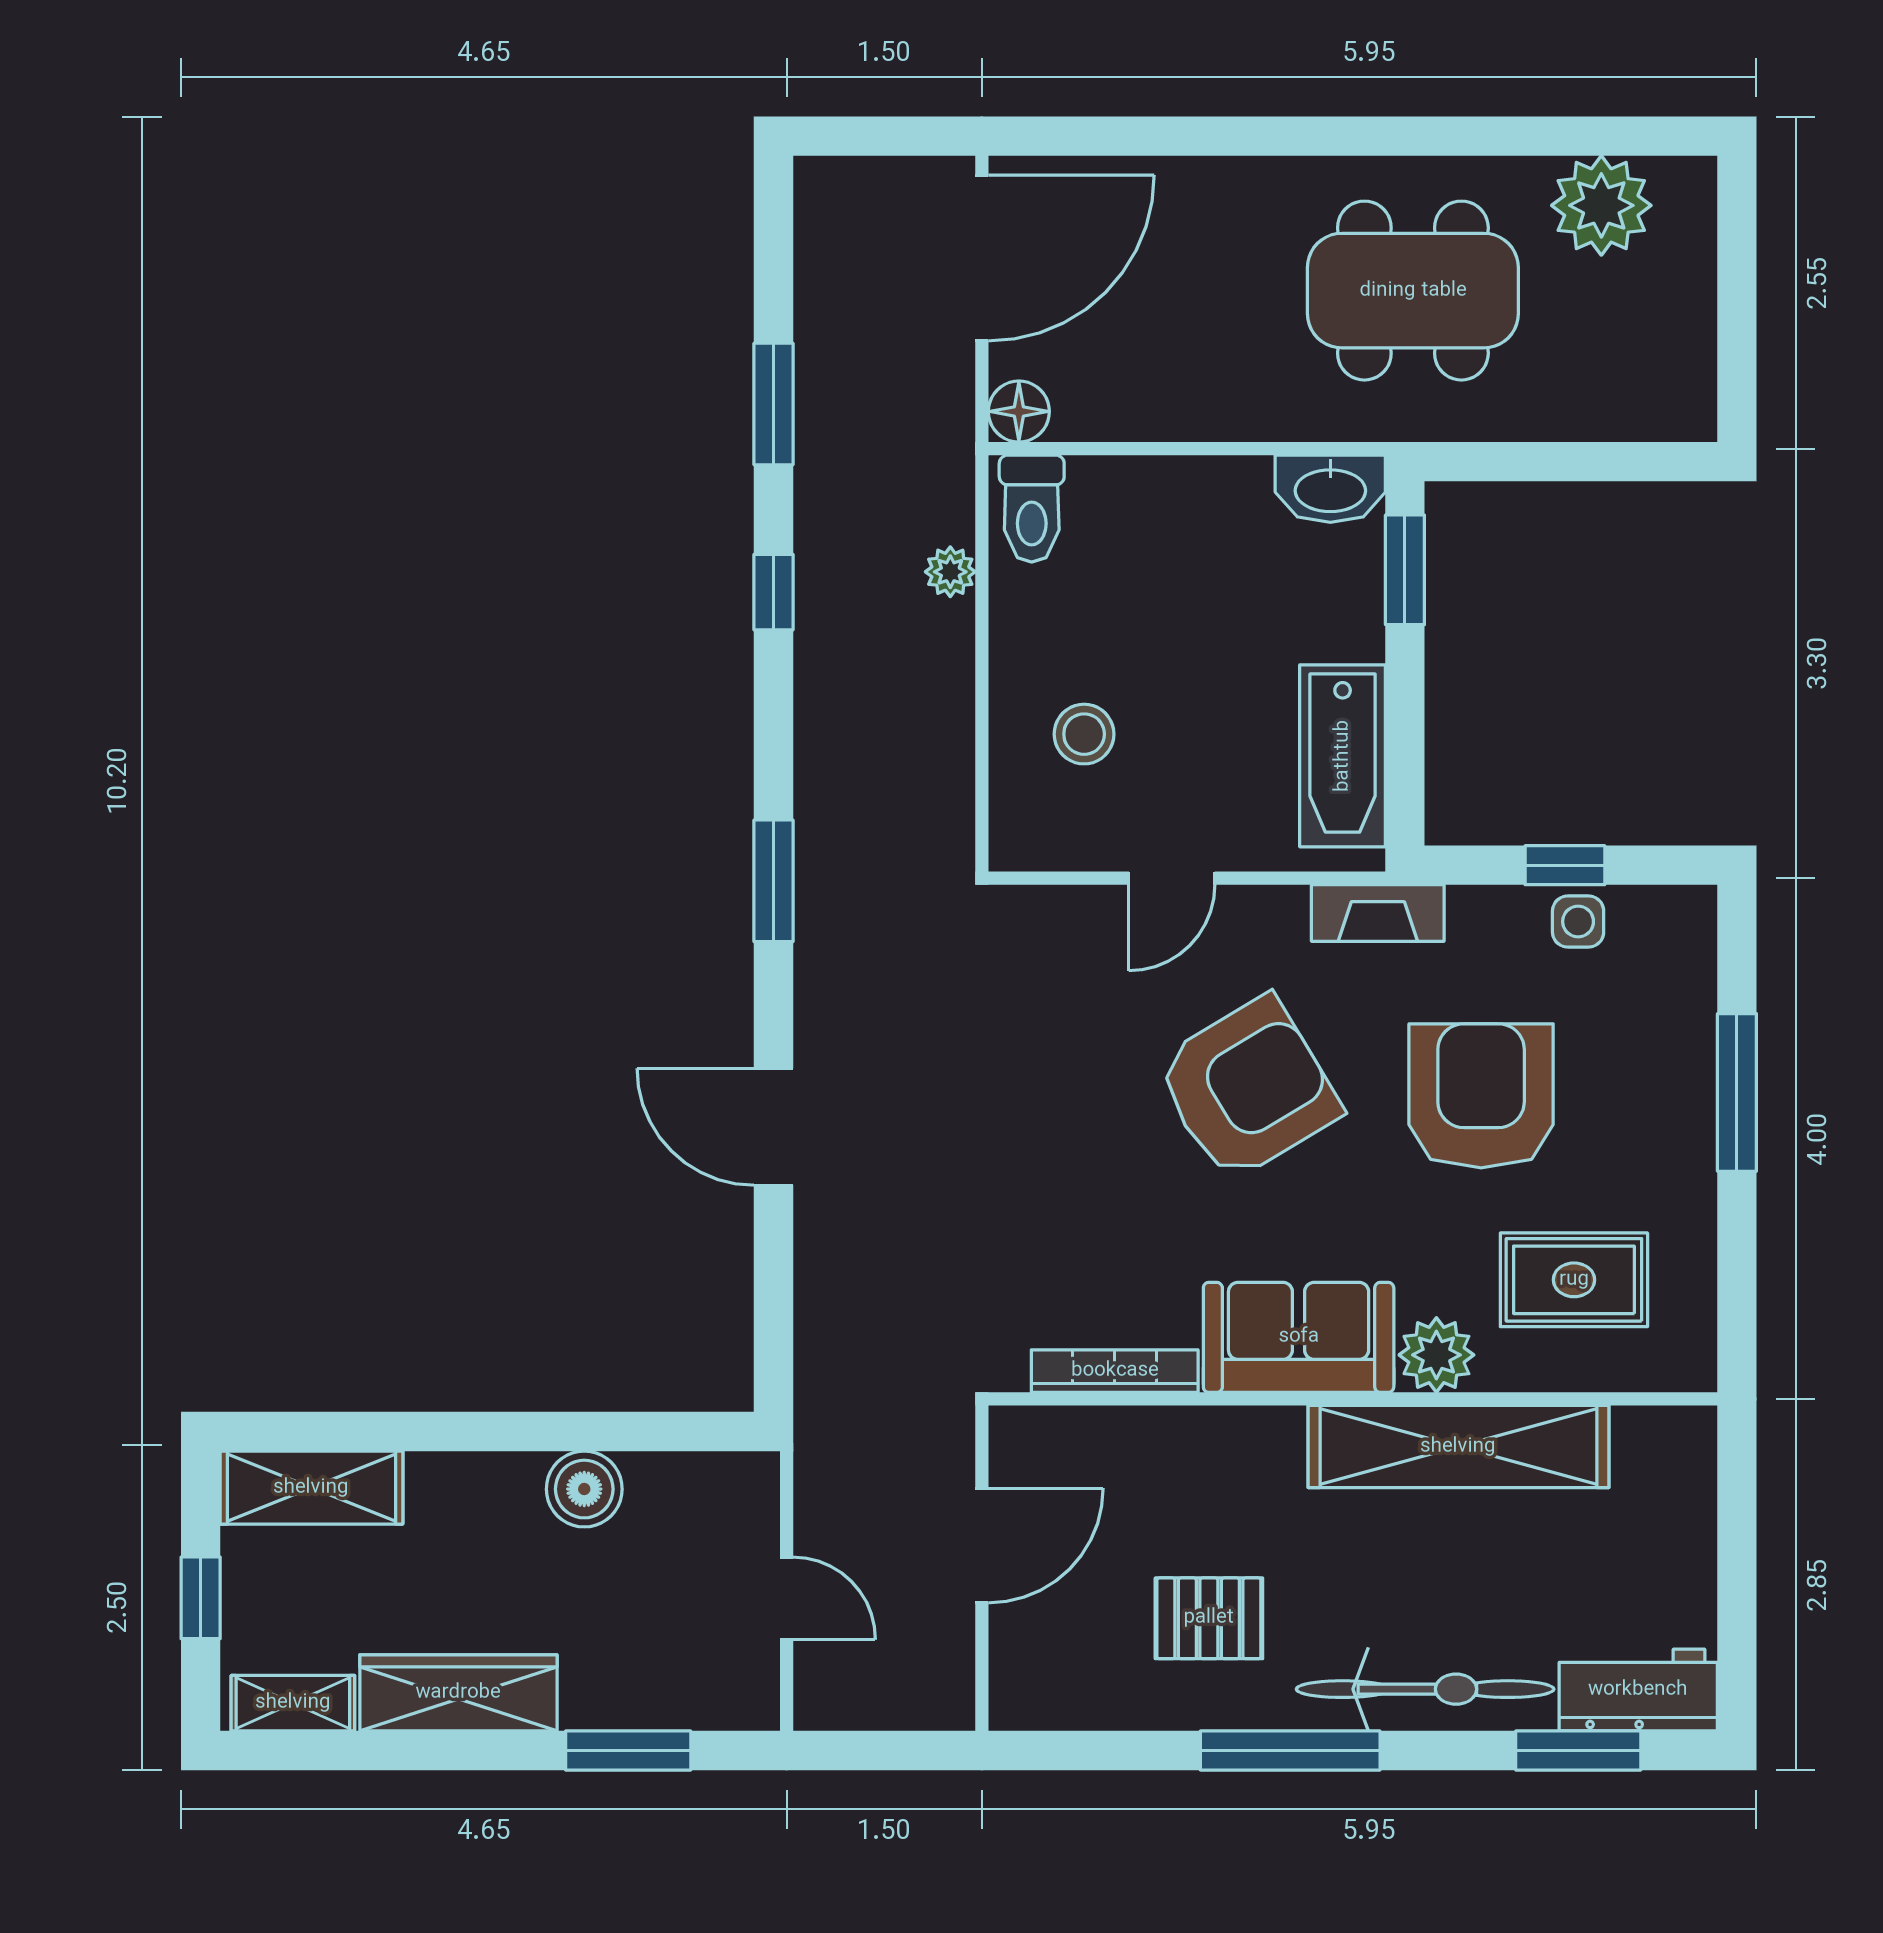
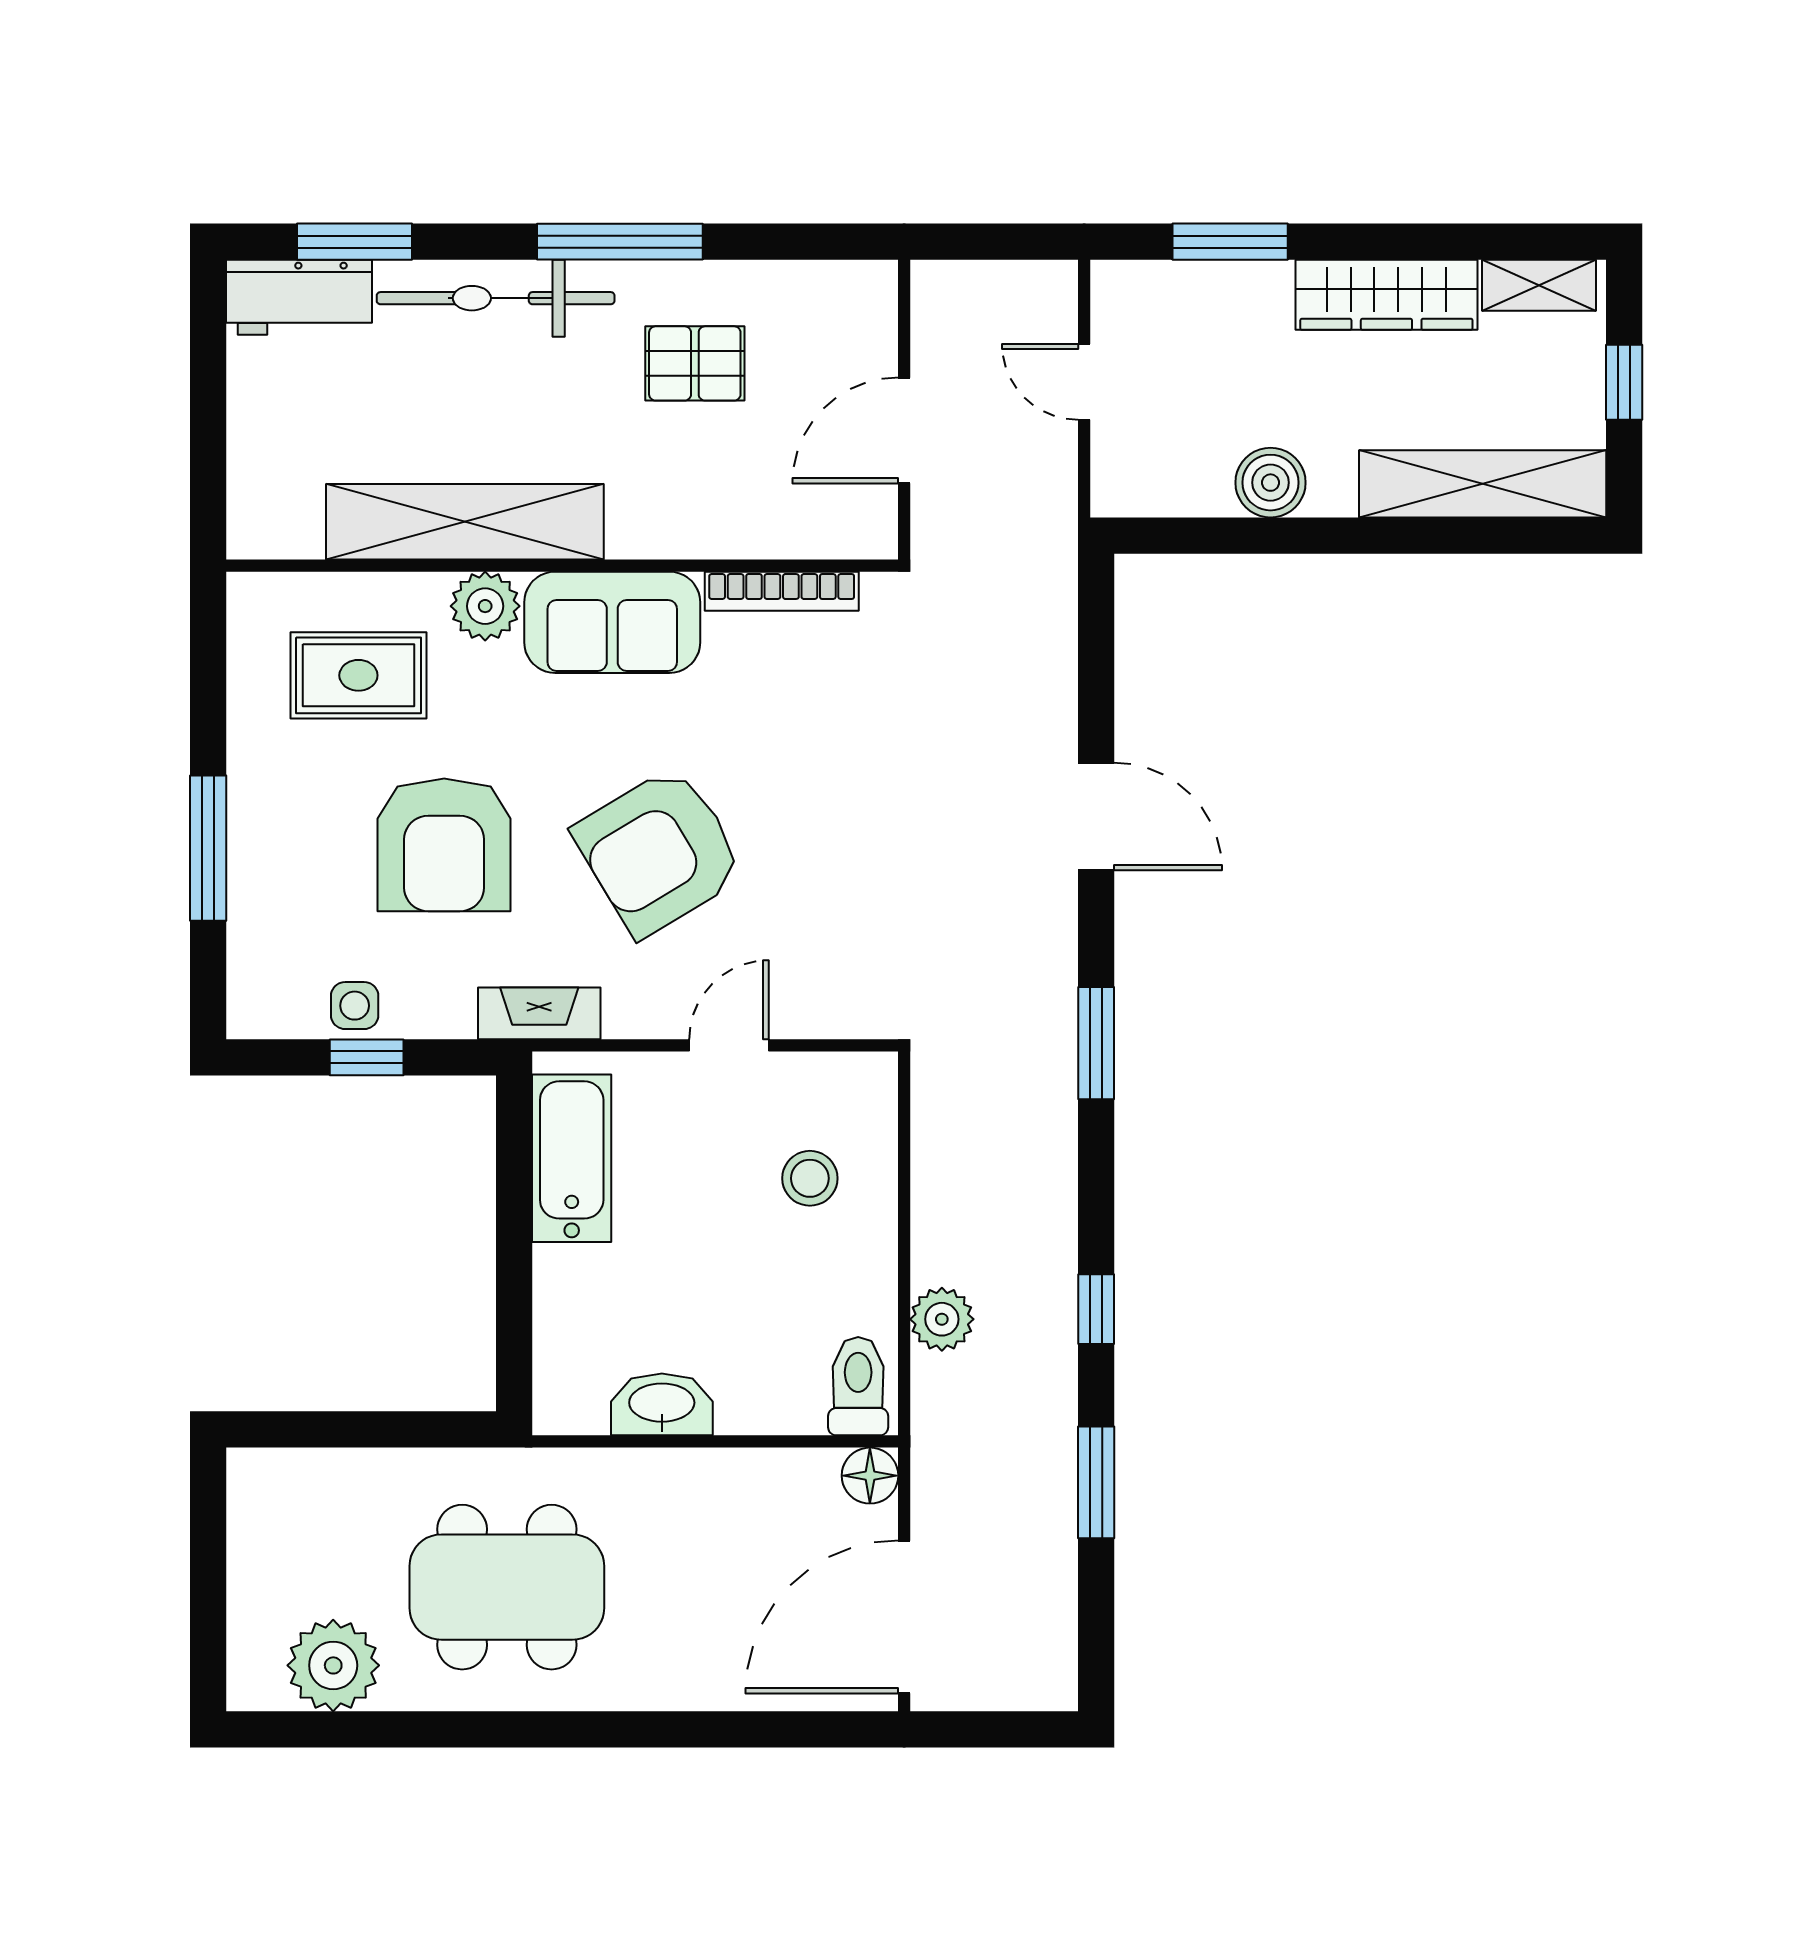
washbasin: (1330, 489) -> (662, 1404), moved
window: (1405, 570) -> (514, 1330), removed
plant: (950, 572) -> (942, 1319), width x1.38, depth x1.38
shelving: (311, 1488) -> (1483, 484), width x1.47

